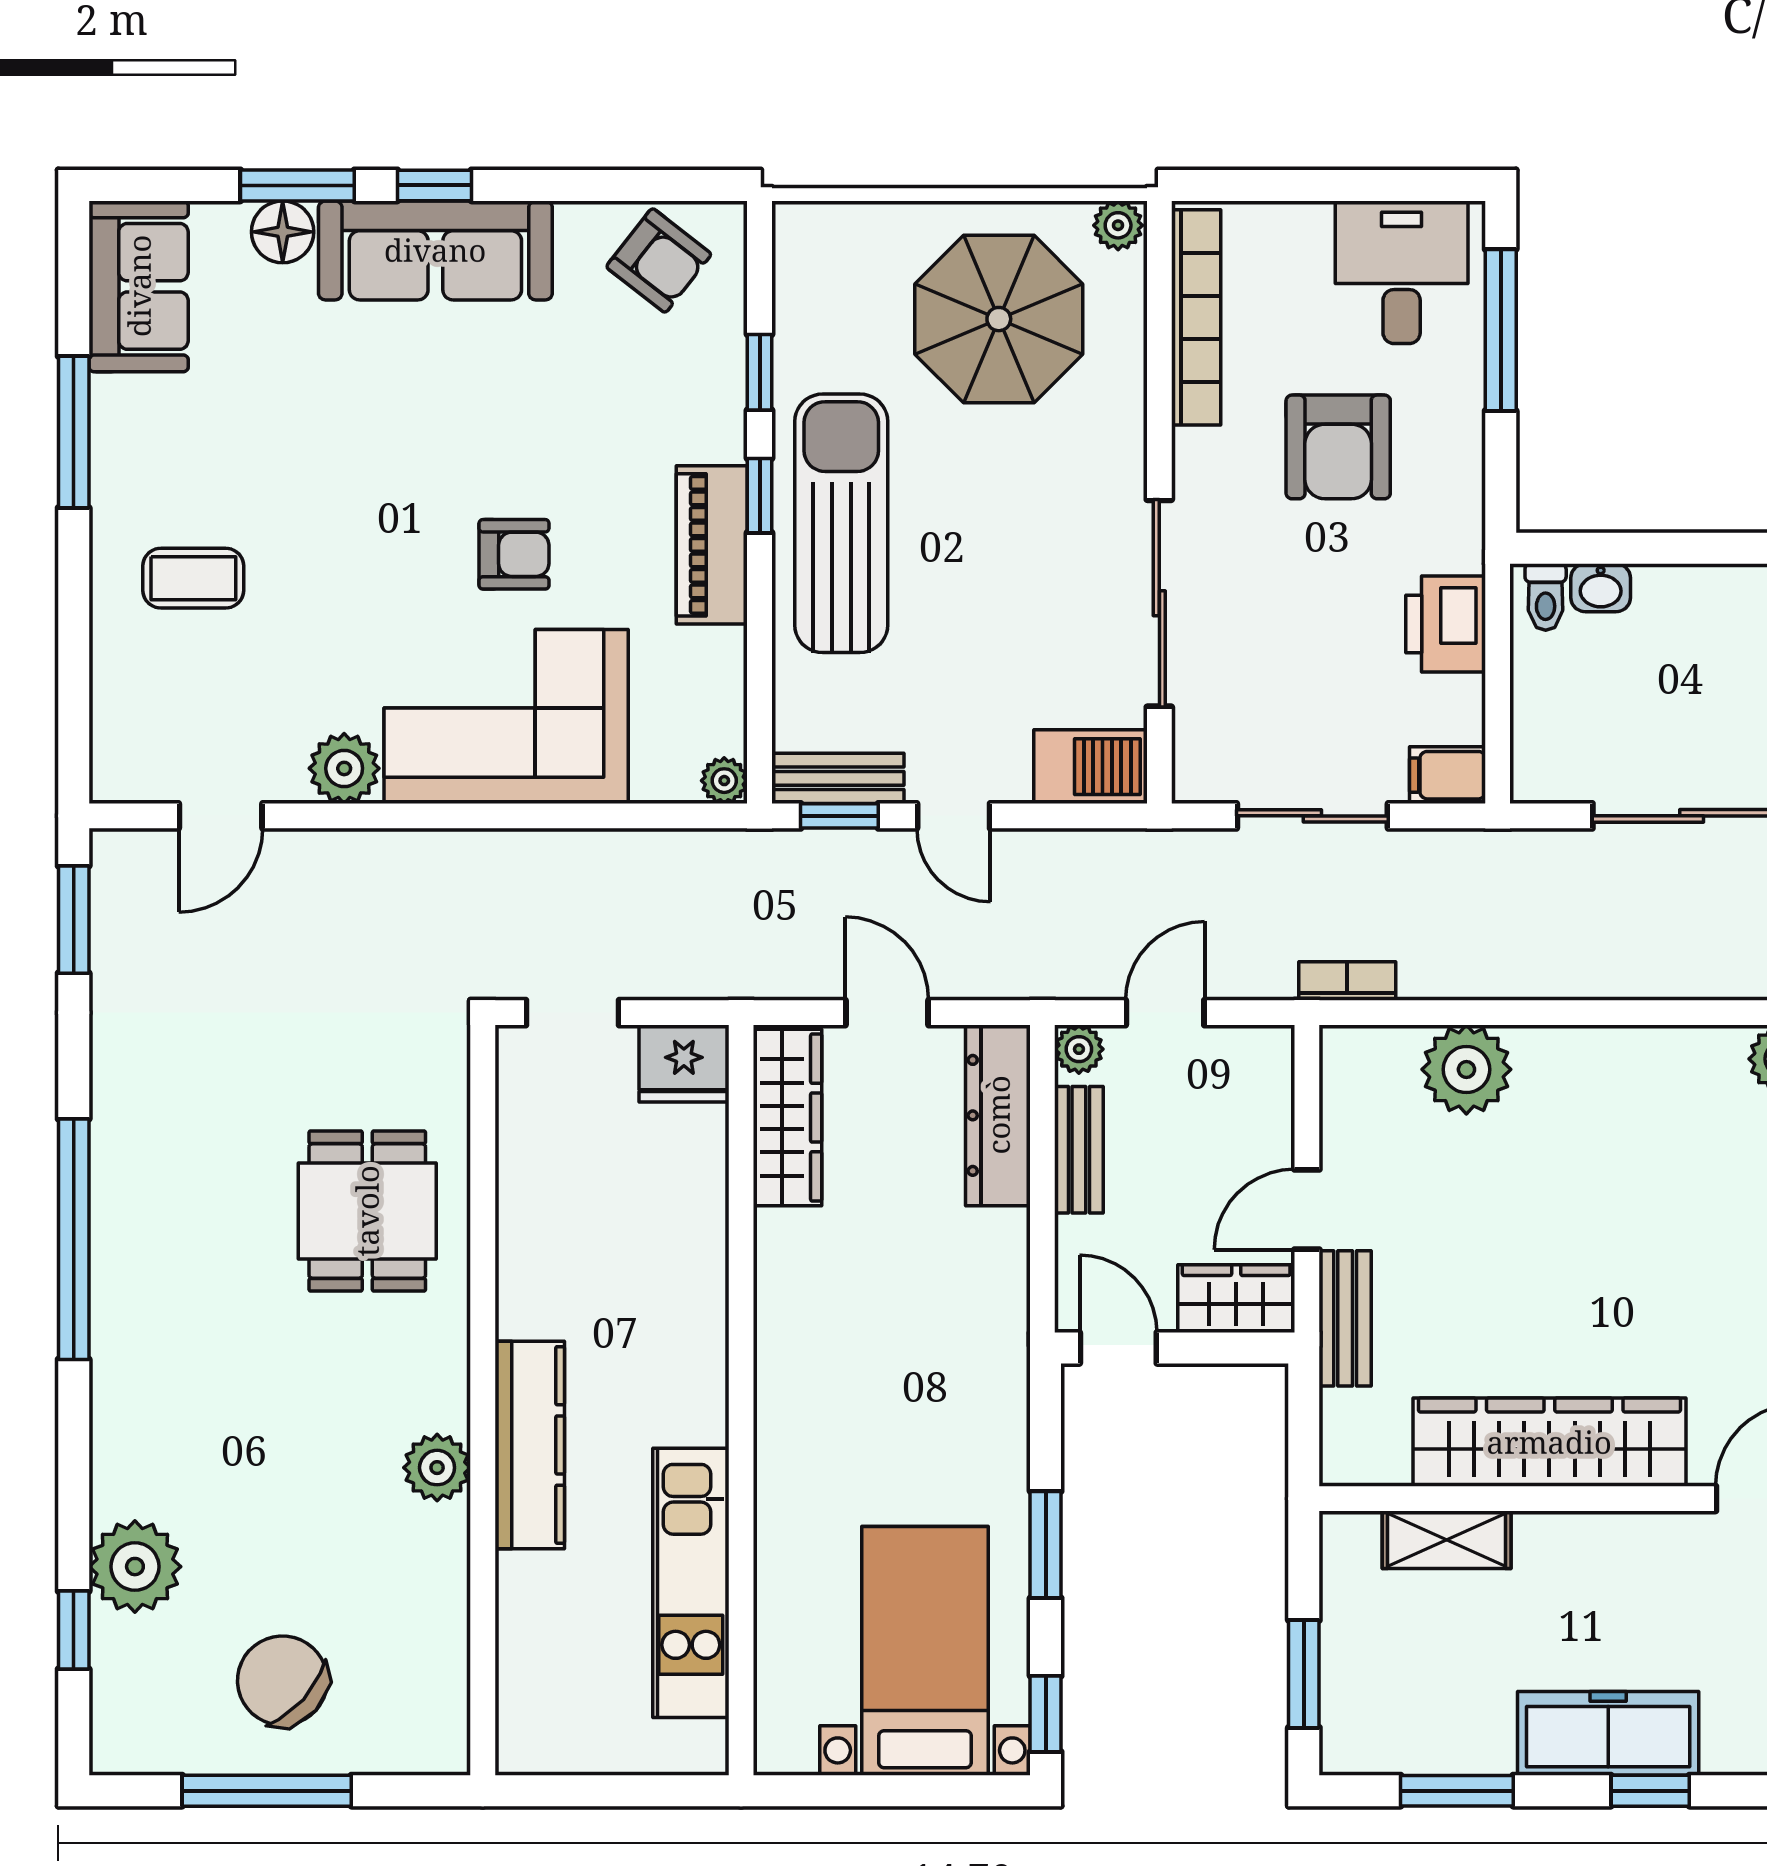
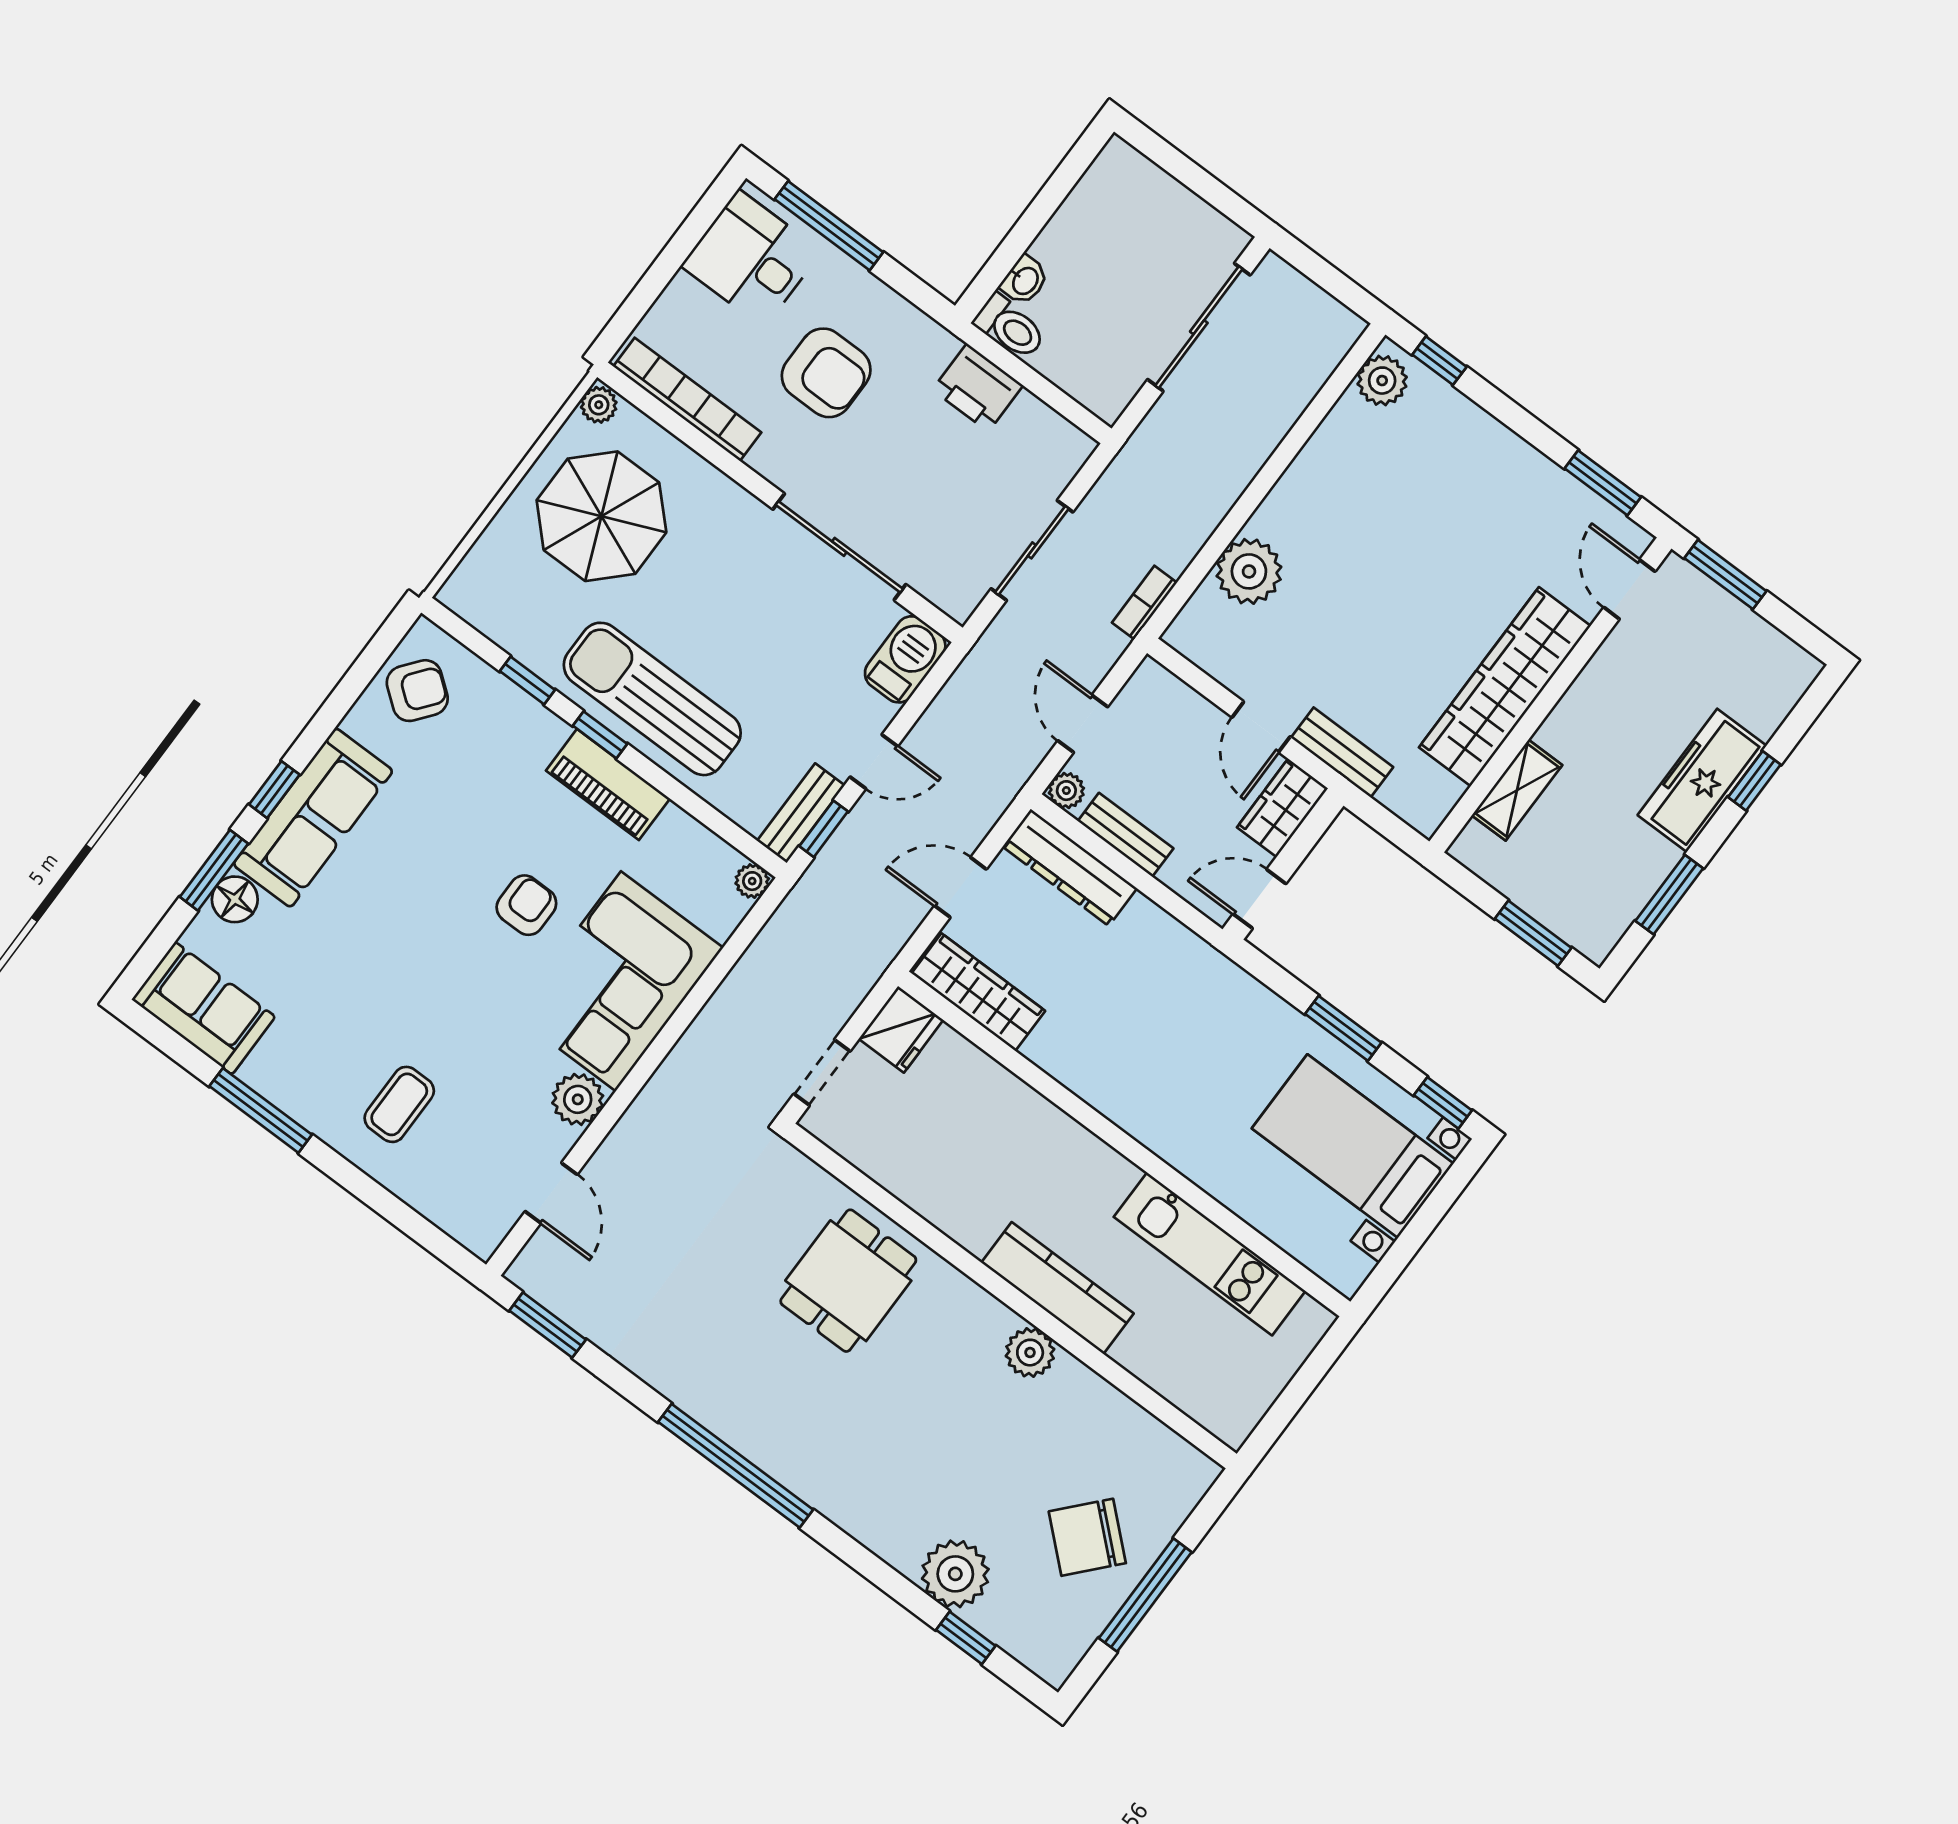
toilet: (1546, 597) -> (1010, 327), width x1.37, depth x1.39
filing cabinet: (1447, 775) -> (1067, 453), removed
dining table: (367, 1211) -> (848, 1281), turned 90

